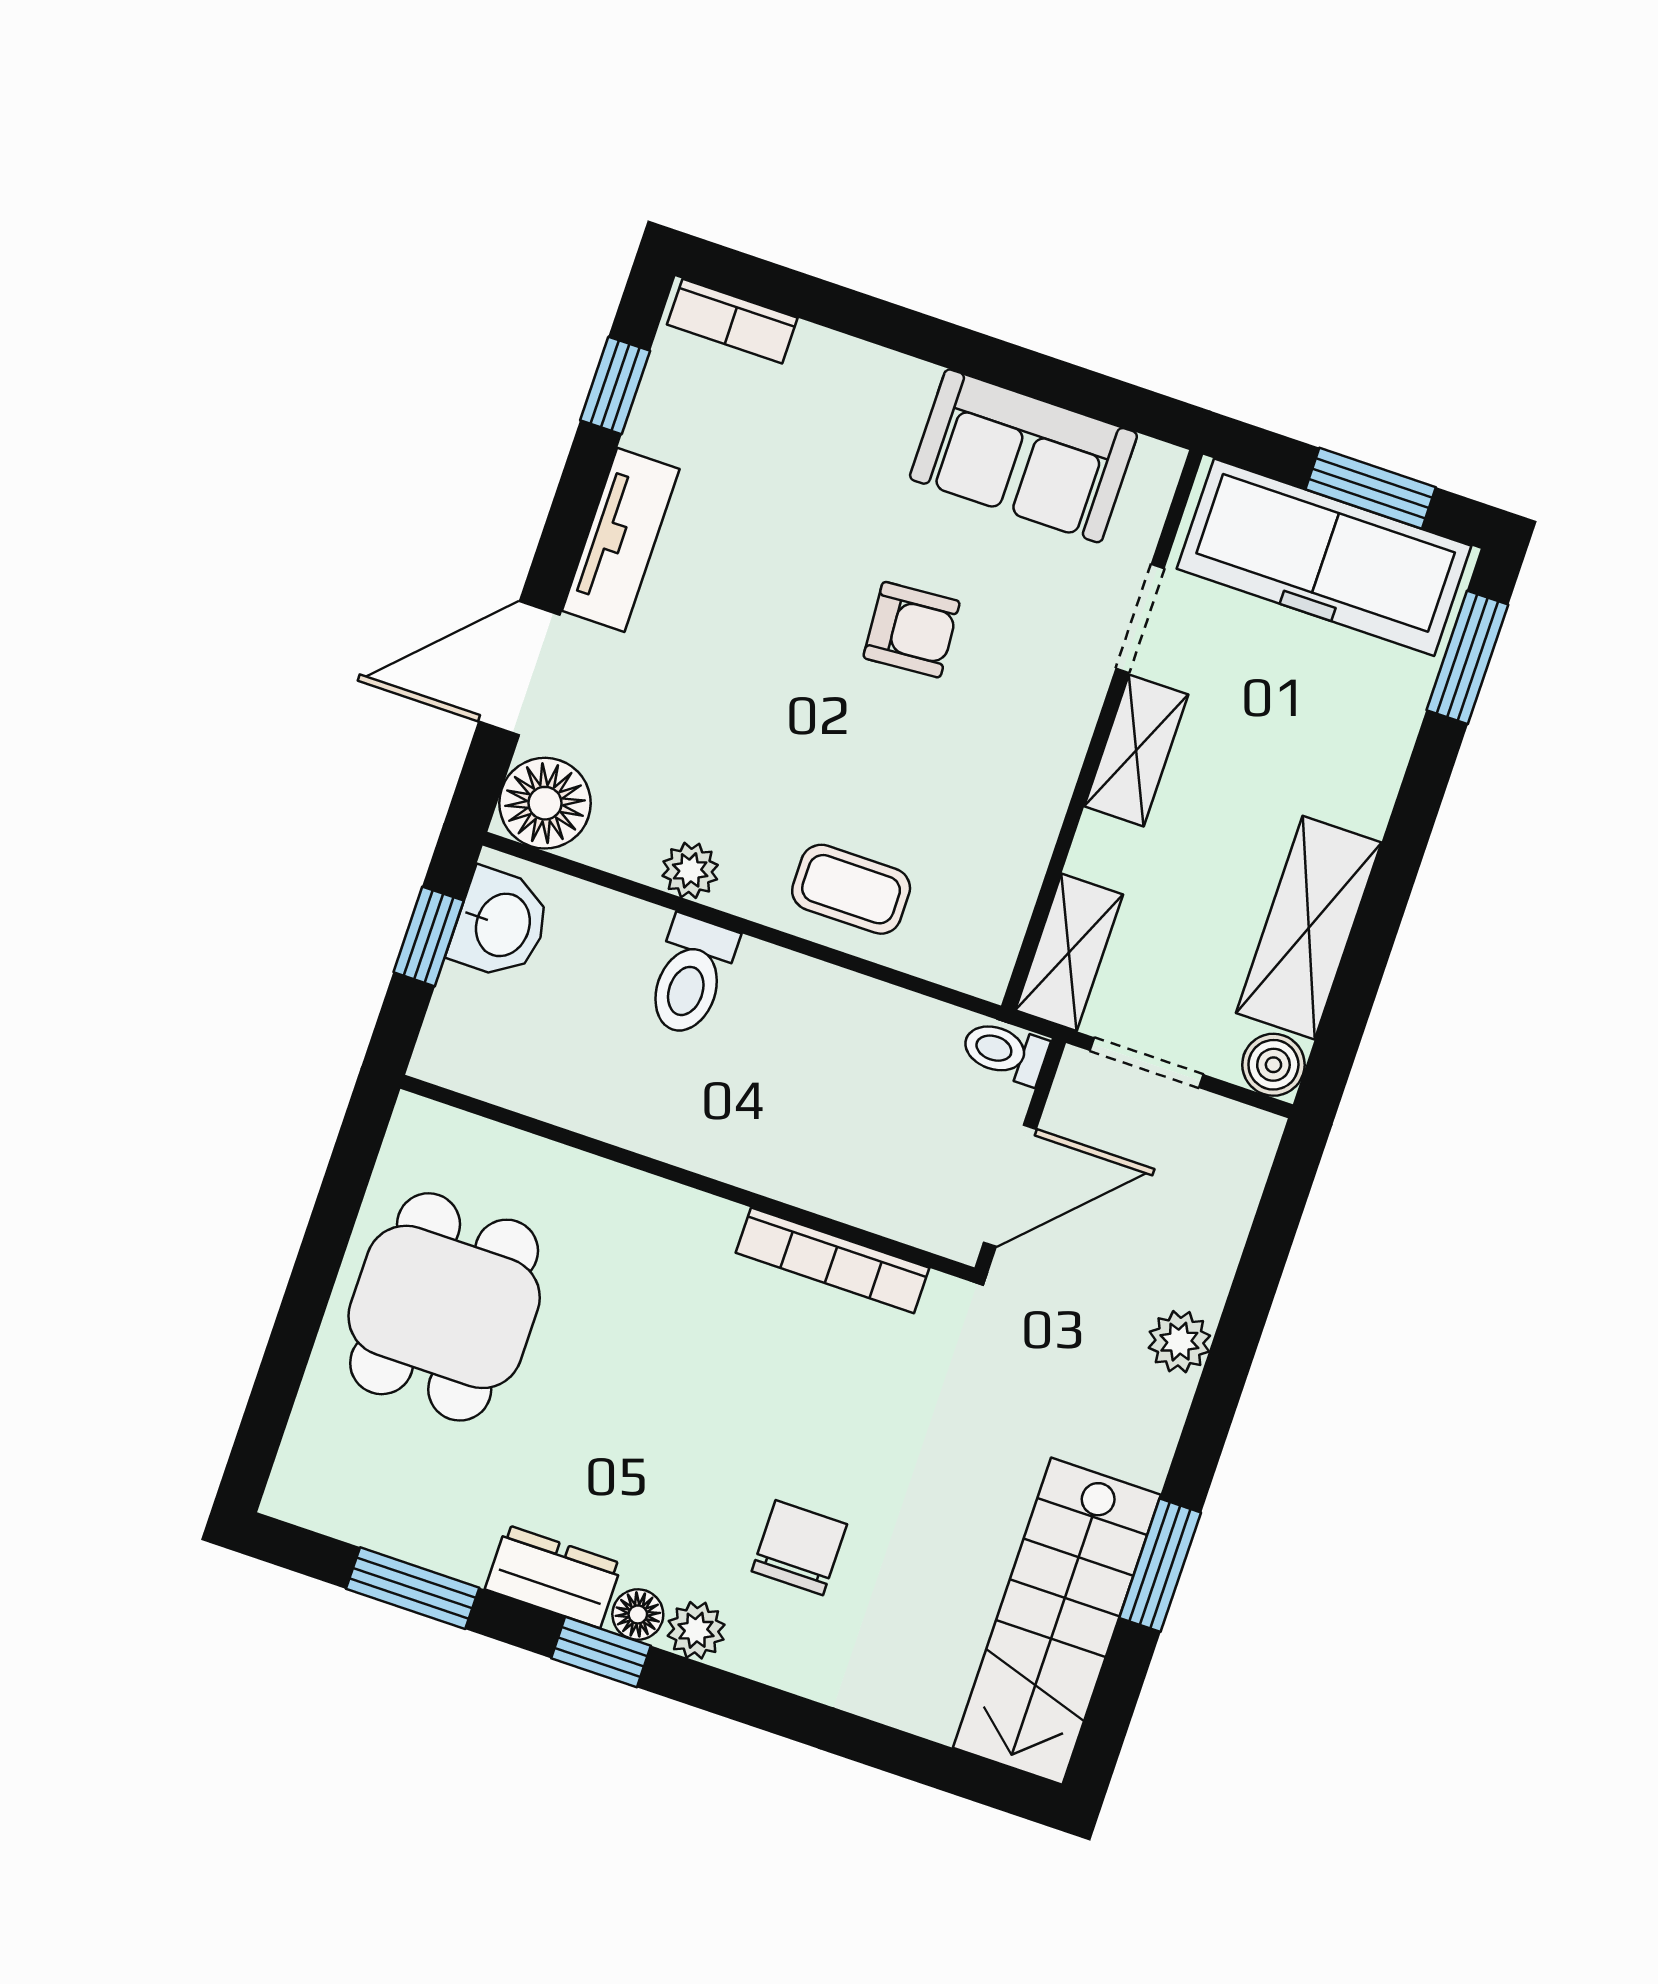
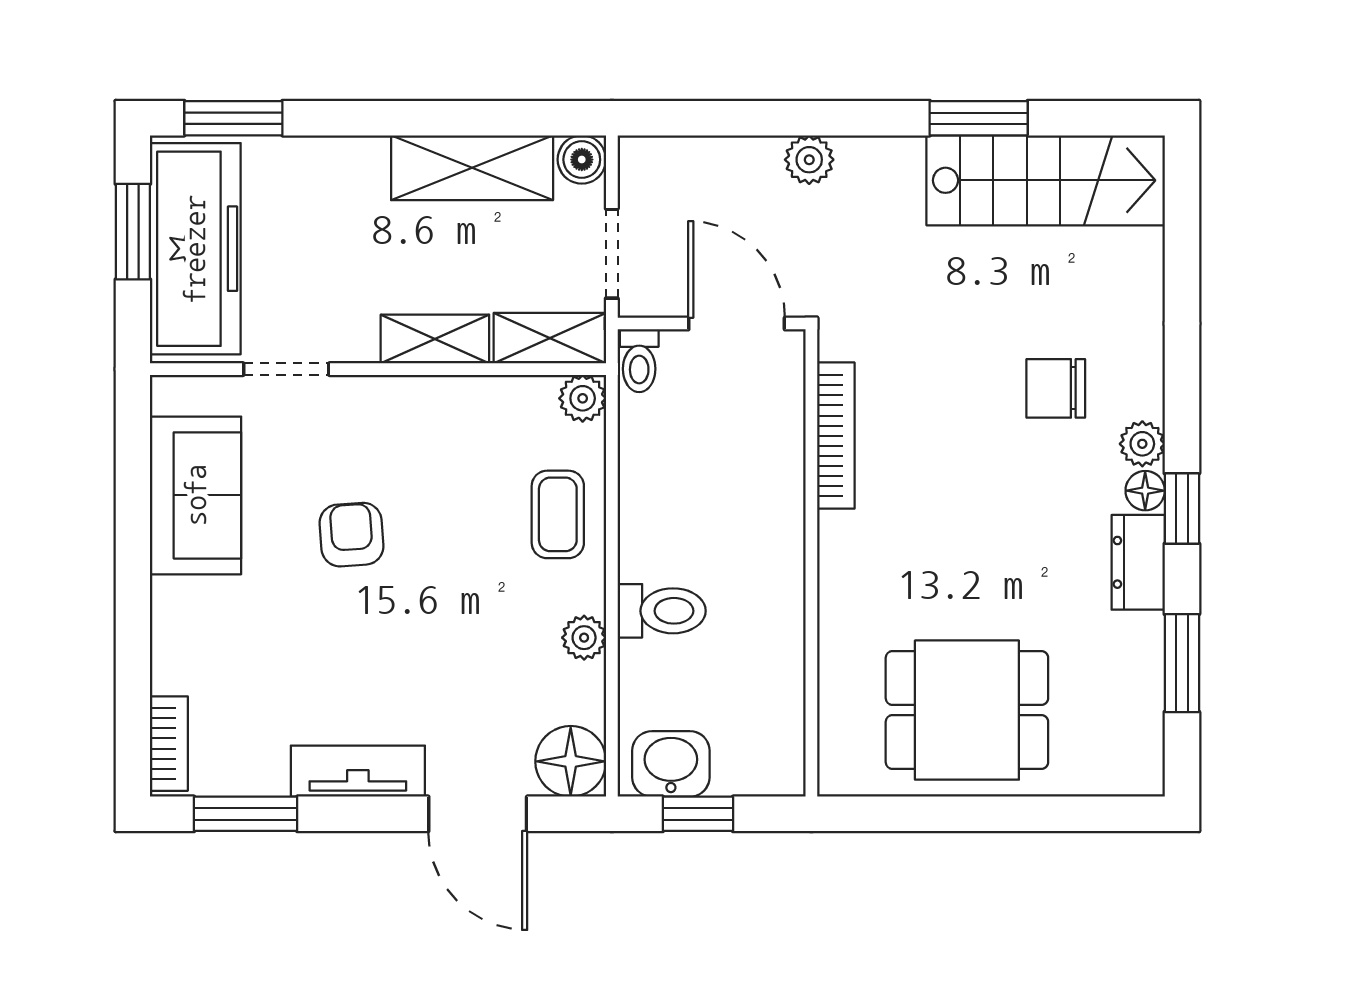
window: (615, 385) -> (246, 814), width x1.50
shelving: (1136, 750) -> (435, 339), moved
plant: (982, 967) -> (583, 398), added

